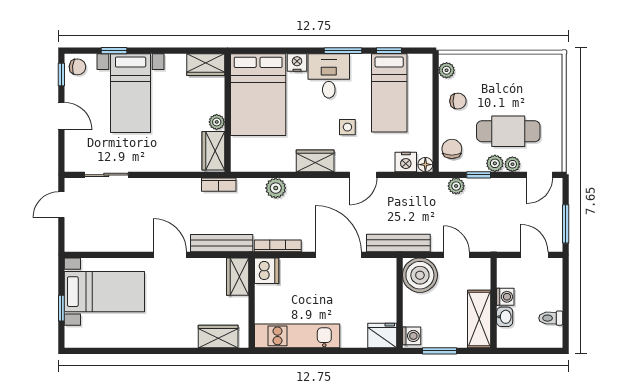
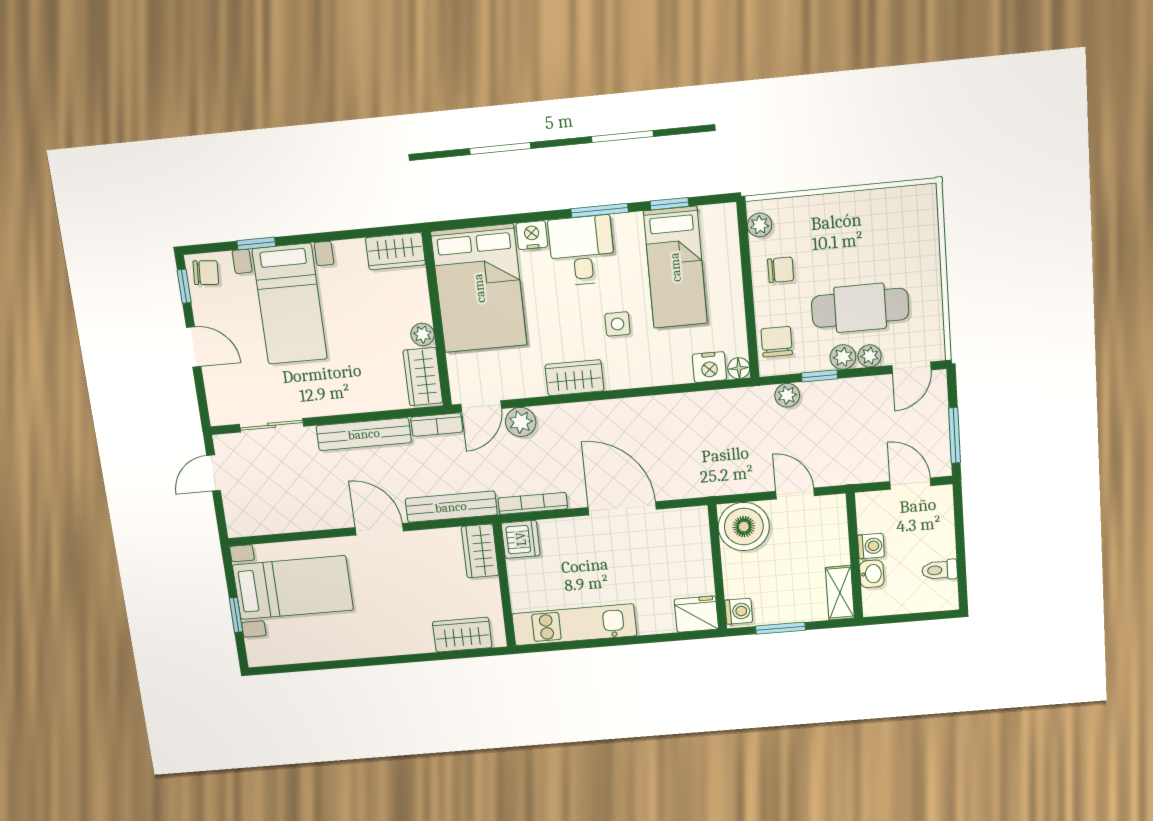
door: (363, 175) -> (481, 406), moved
bench: (398, 243) -> (364, 434), moved
shelving: (479, 319) -> (840, 593), width x0.67, depth x0.75

